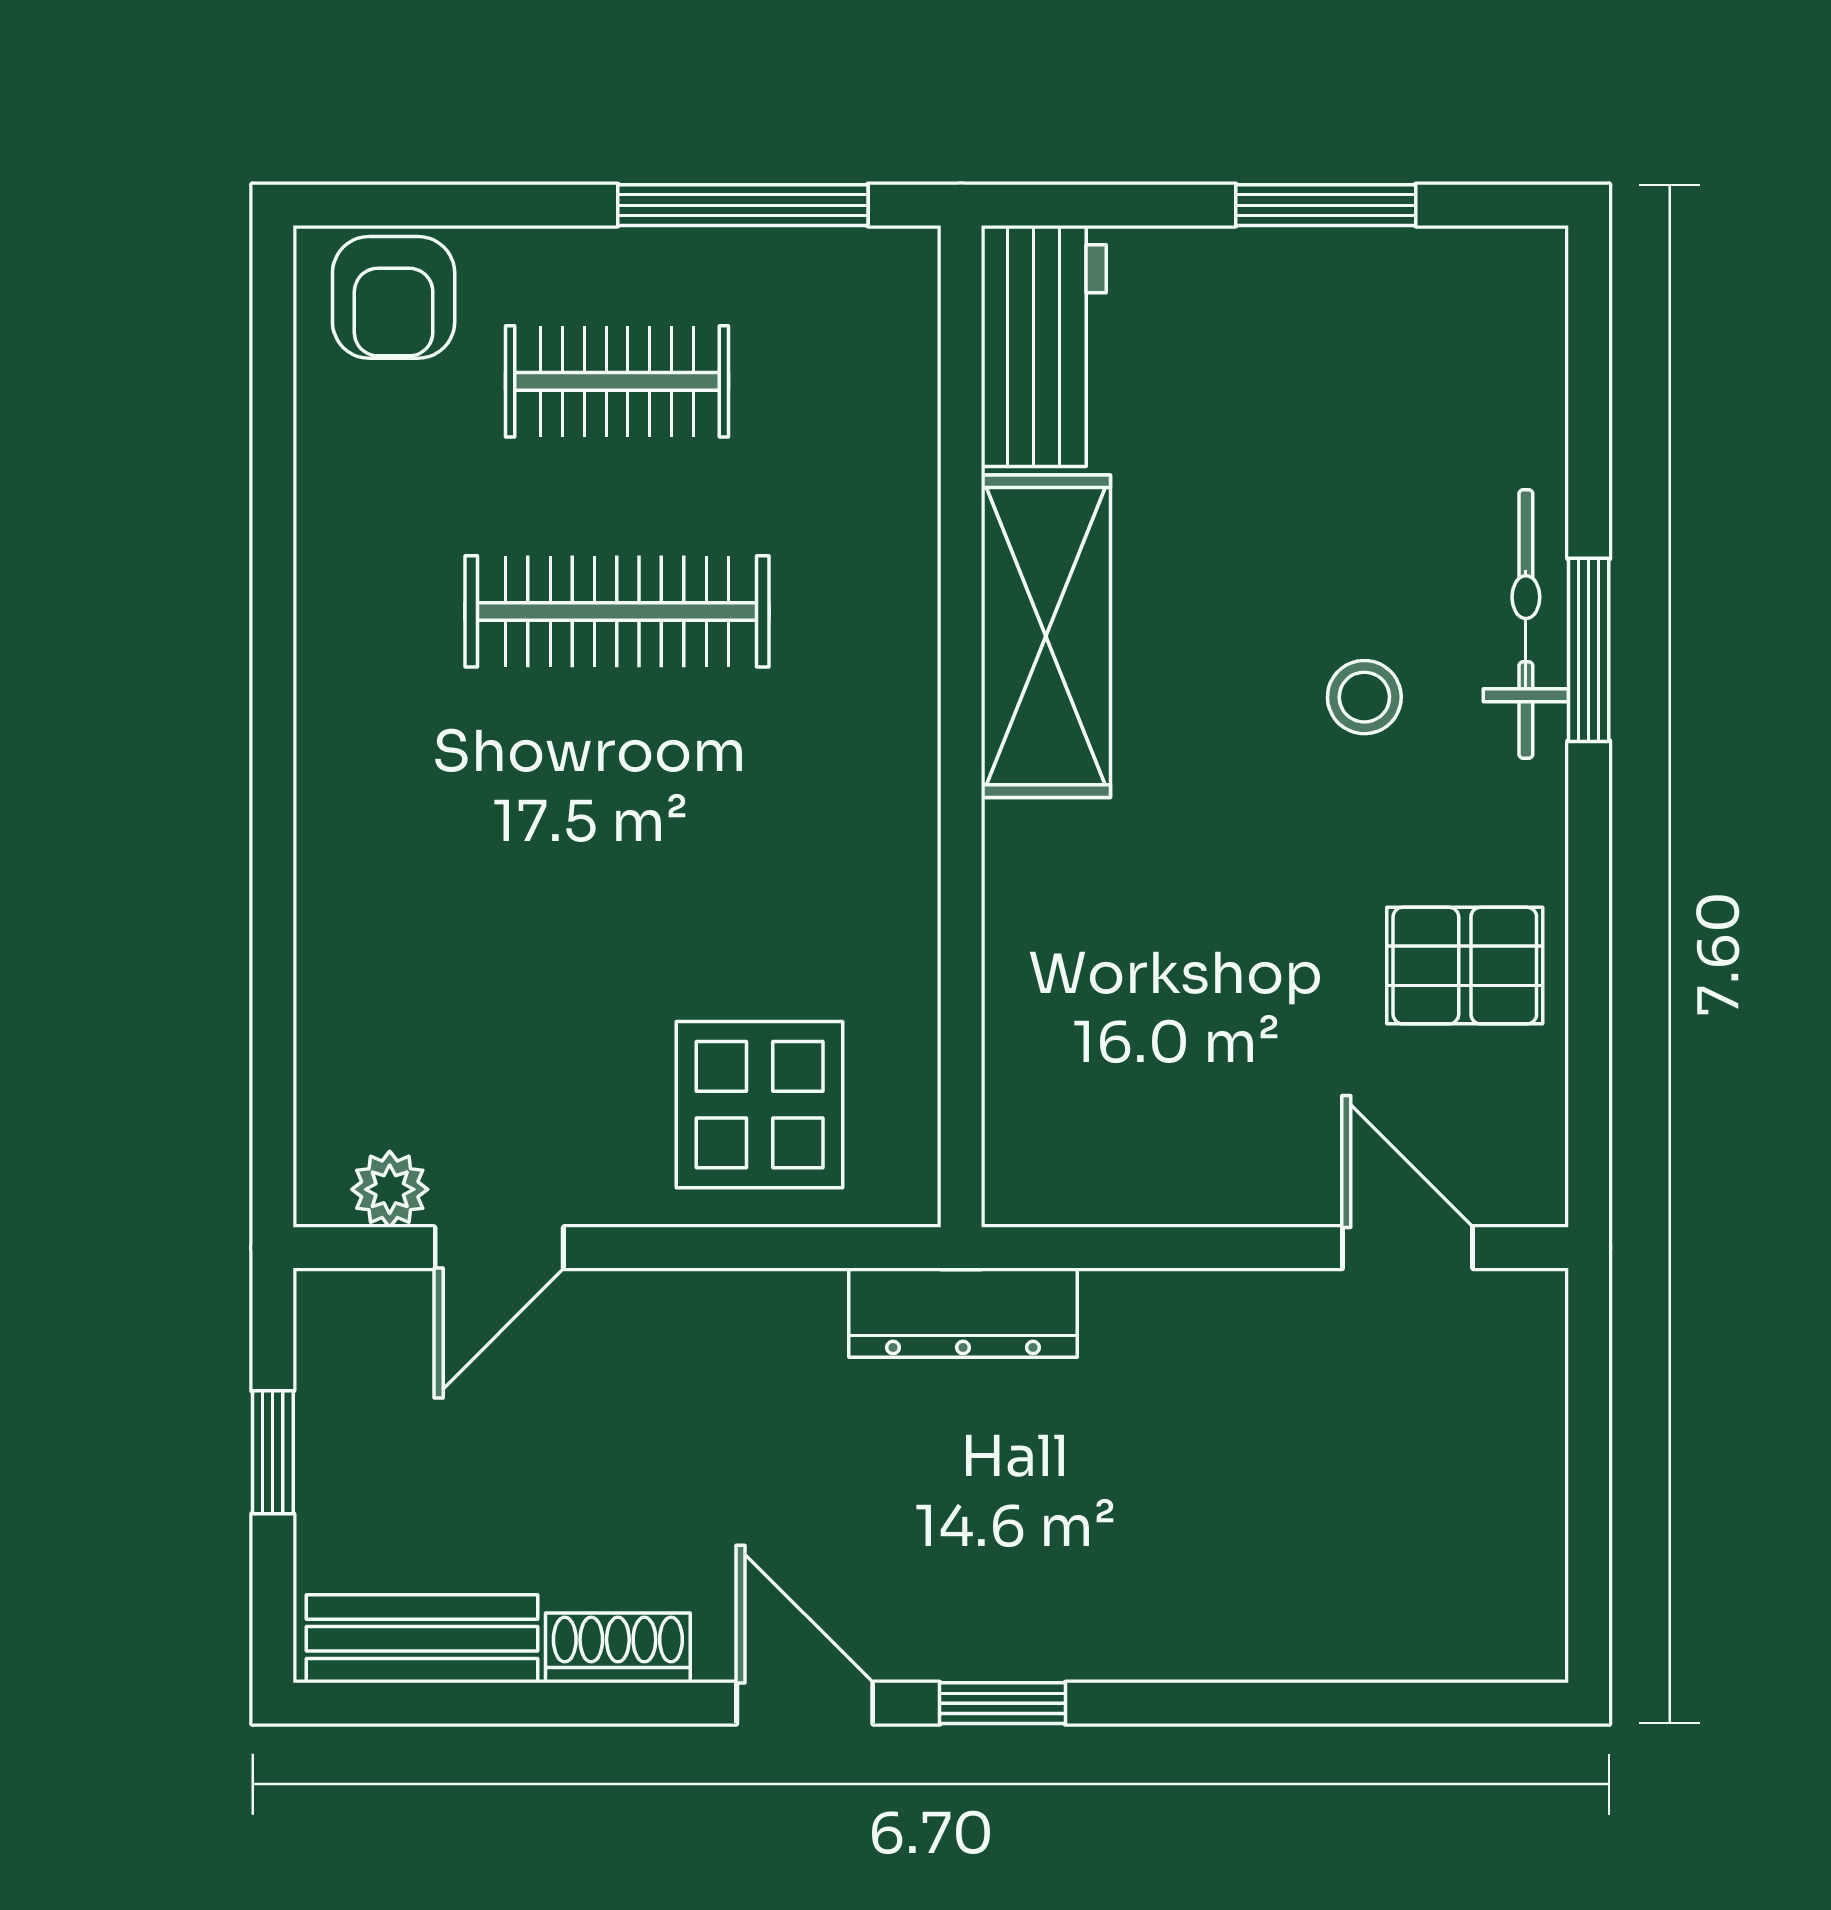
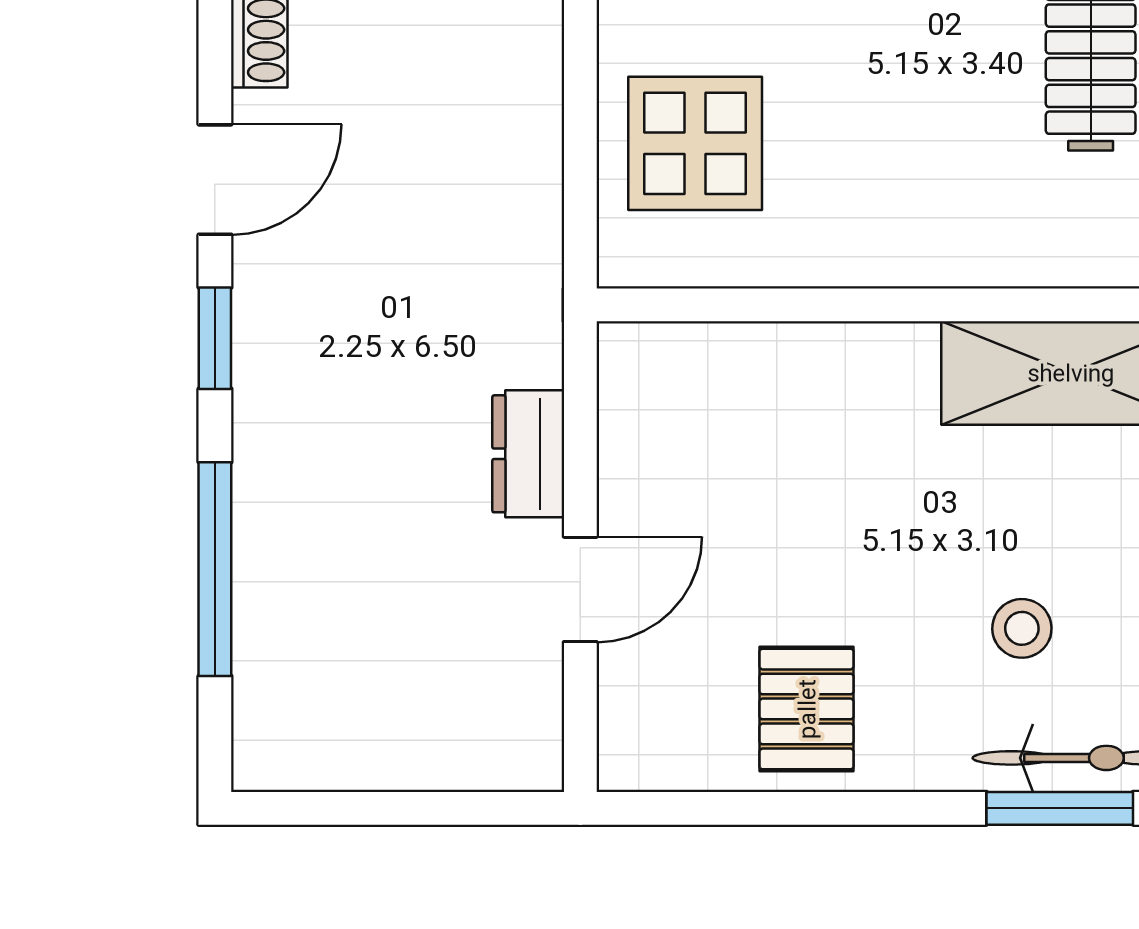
door: (1408, 1248) -> (580, 589), moved
dresser: (963, 1313) -> (528, 454), moved, width x0.70
window: (1290, 1703) -> (215, 569), added

